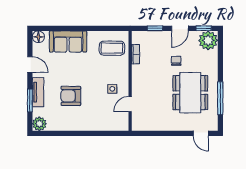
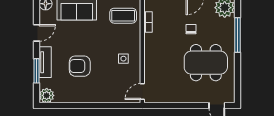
door: (30, 64) -> (37, 33), hinge flipped
dining table: (190, 93) -> (206, 63), turned 90
window: (220, 98) -> (237, 35), moved
door: (130, 104) -> (142, 92), moved

